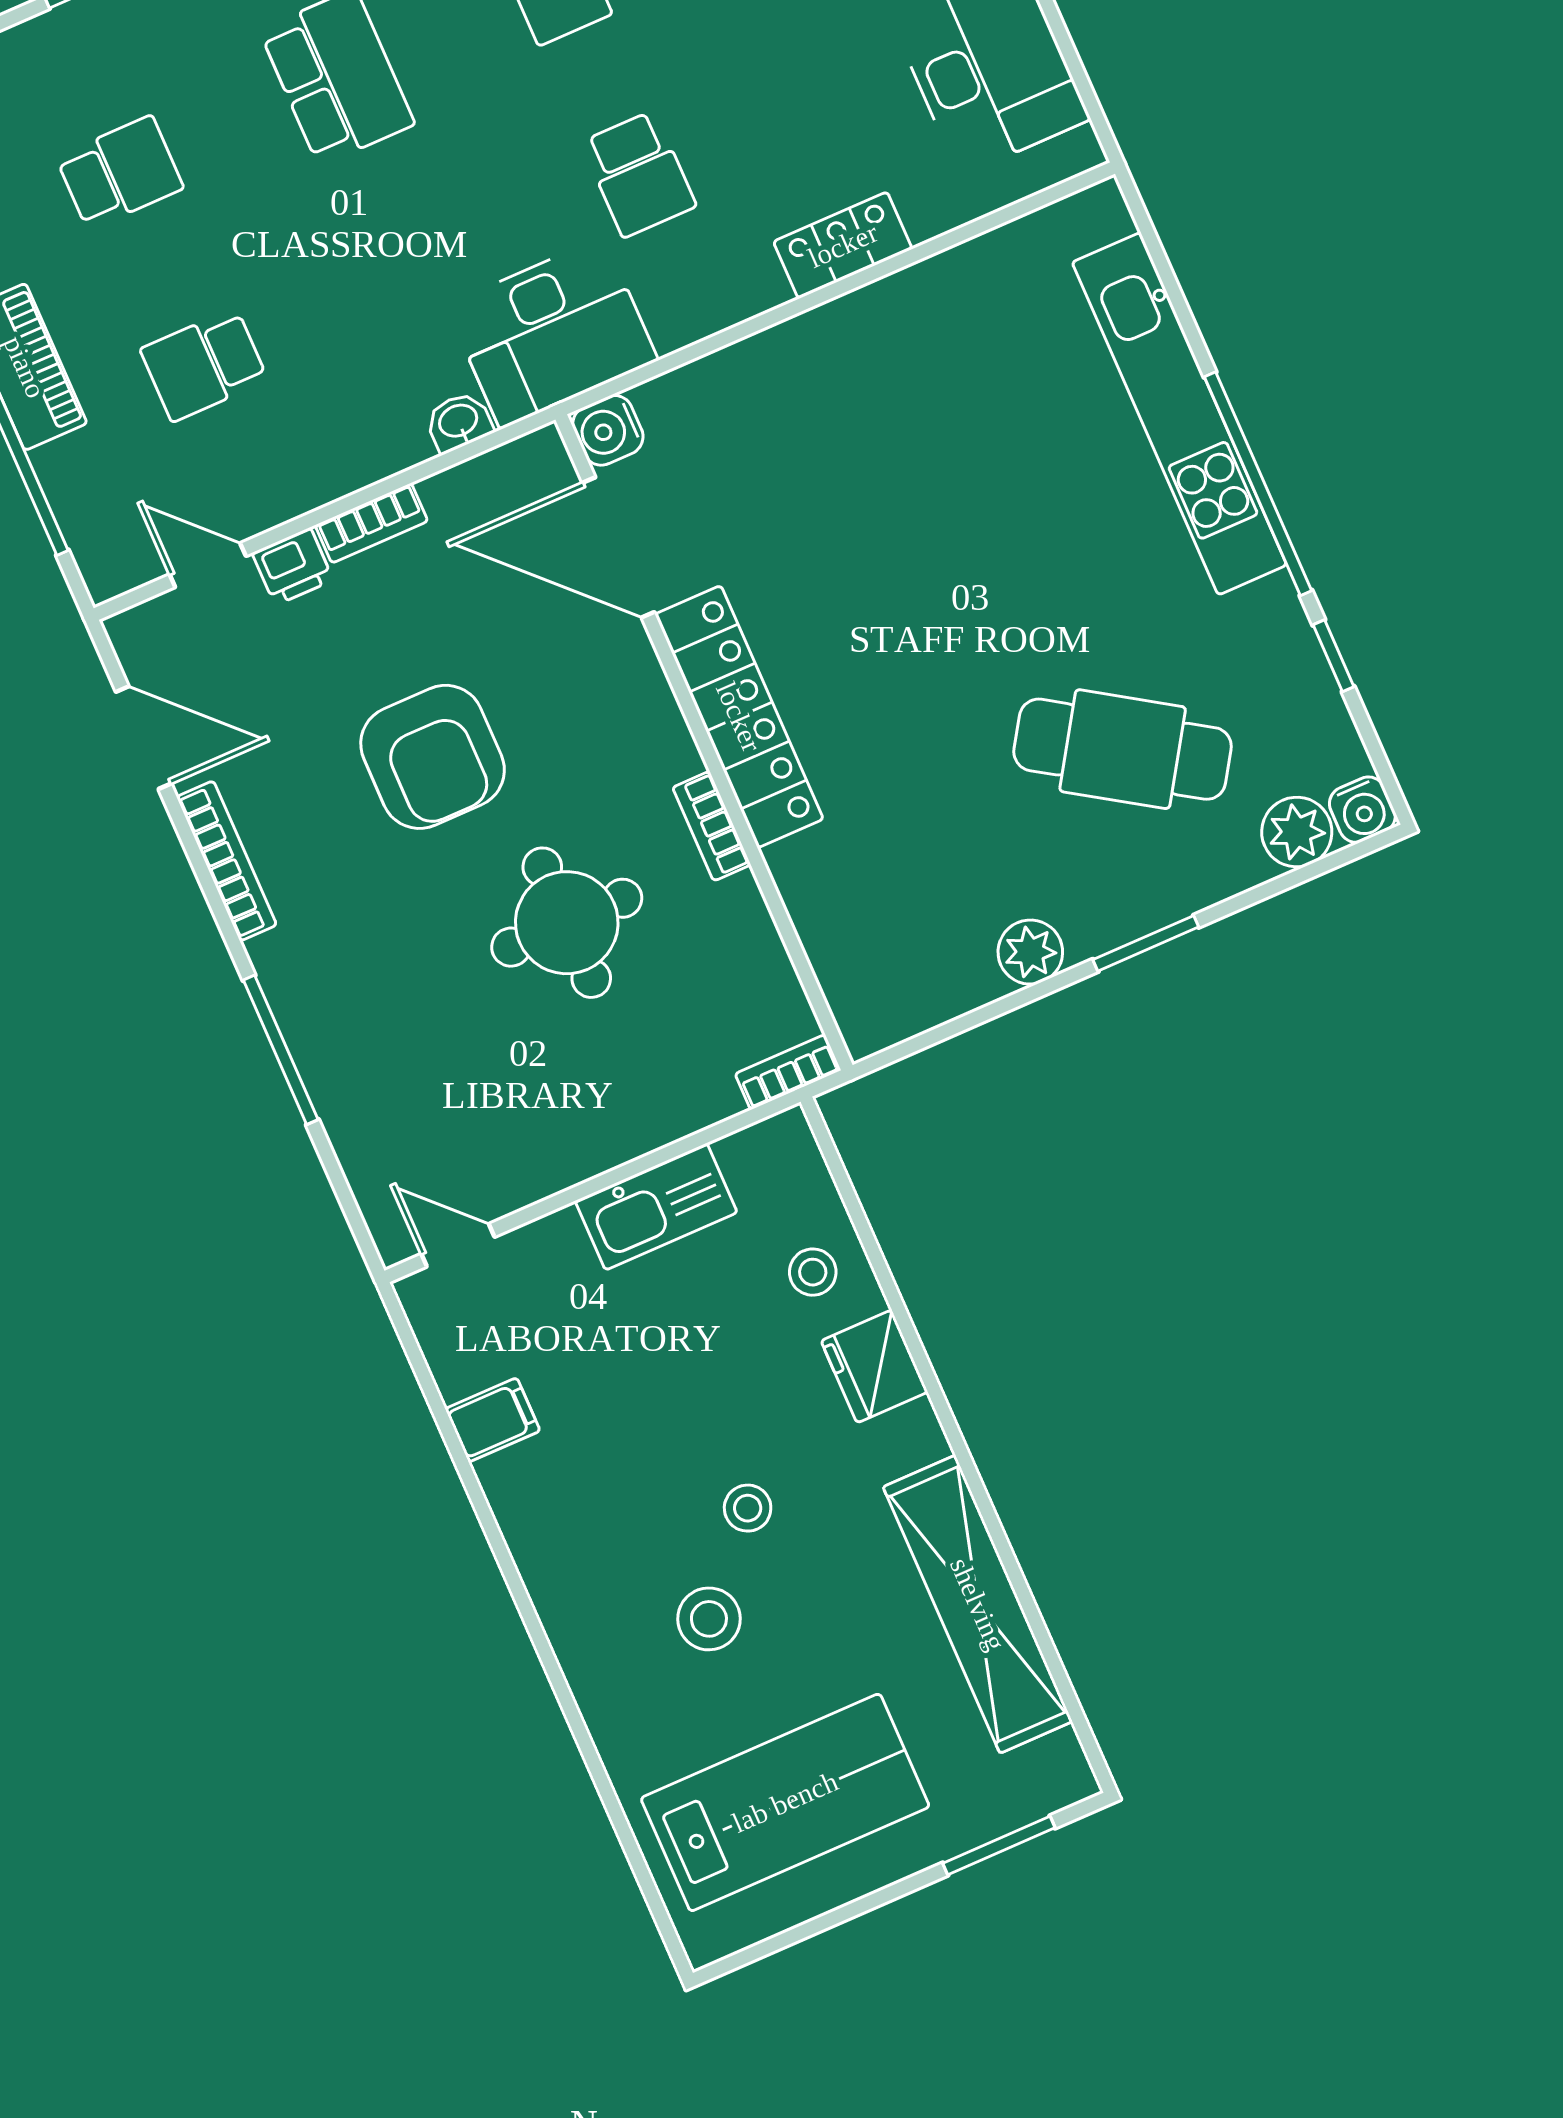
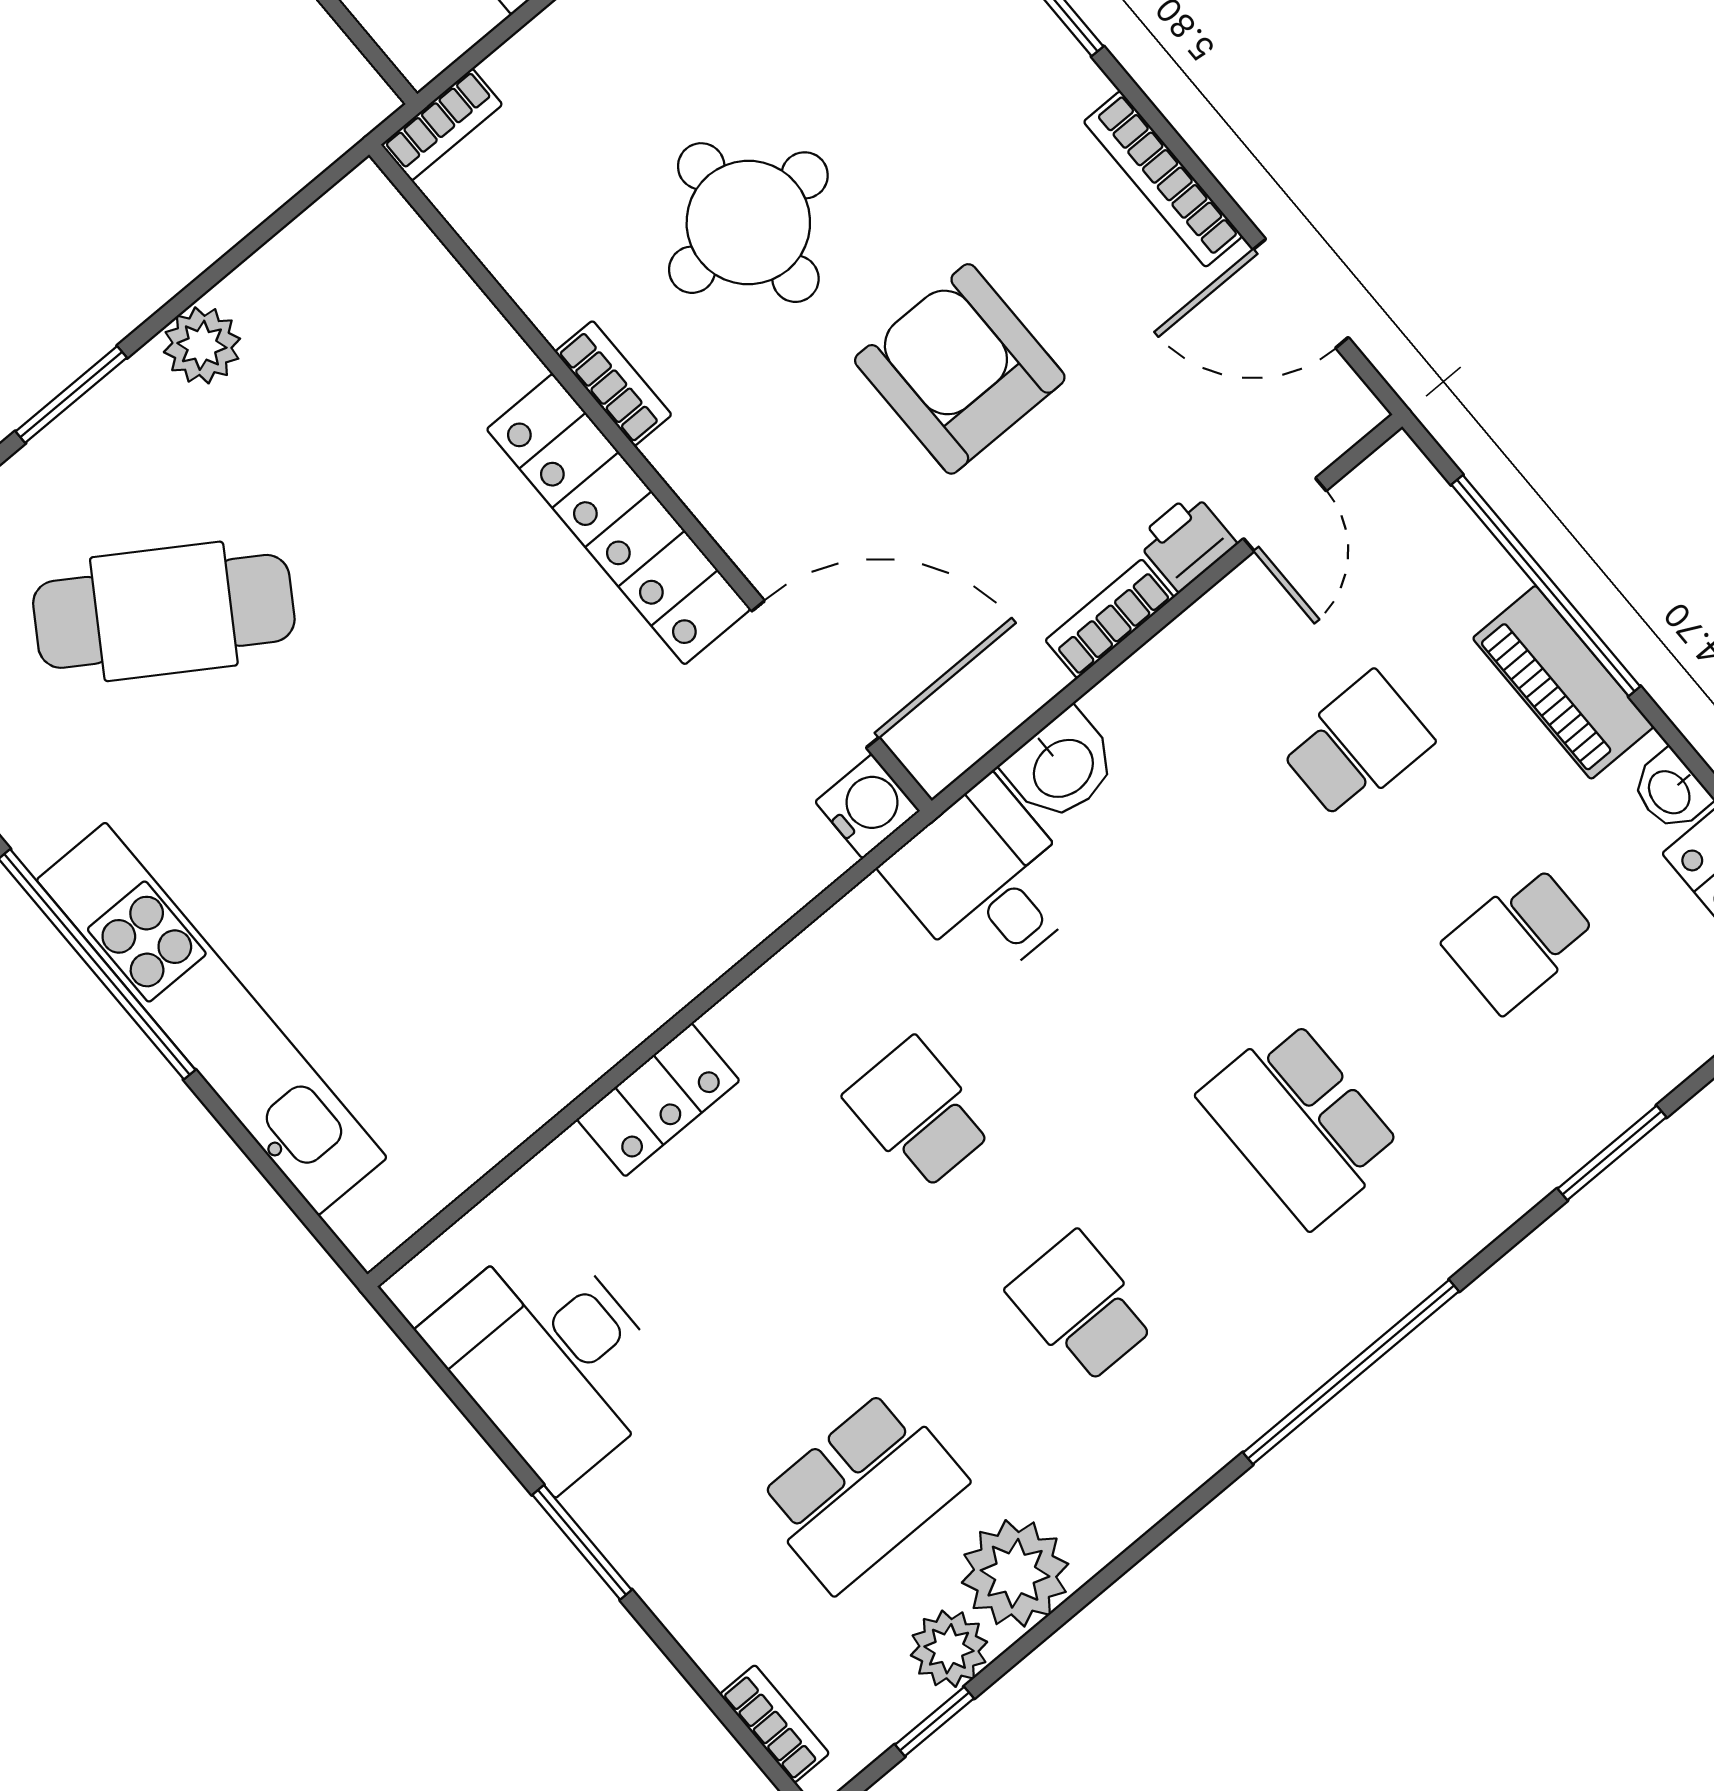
desk: (552, 333) -> (987, 882), width x0.73
washbasin: (459, 422) -> (1062, 767), width x1.38, depth x1.45
door: (208, 565) -> (1285, 515), hinge flipped

